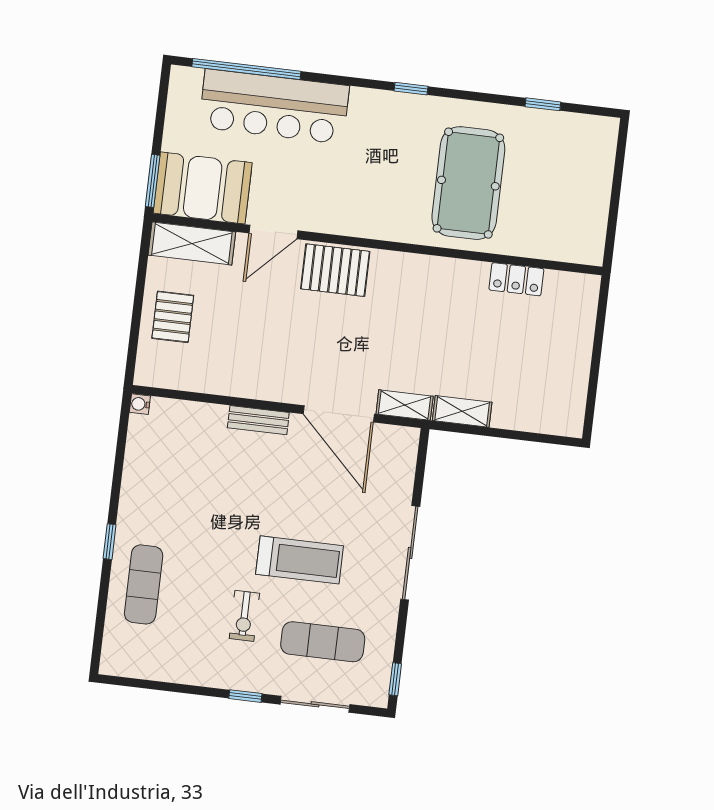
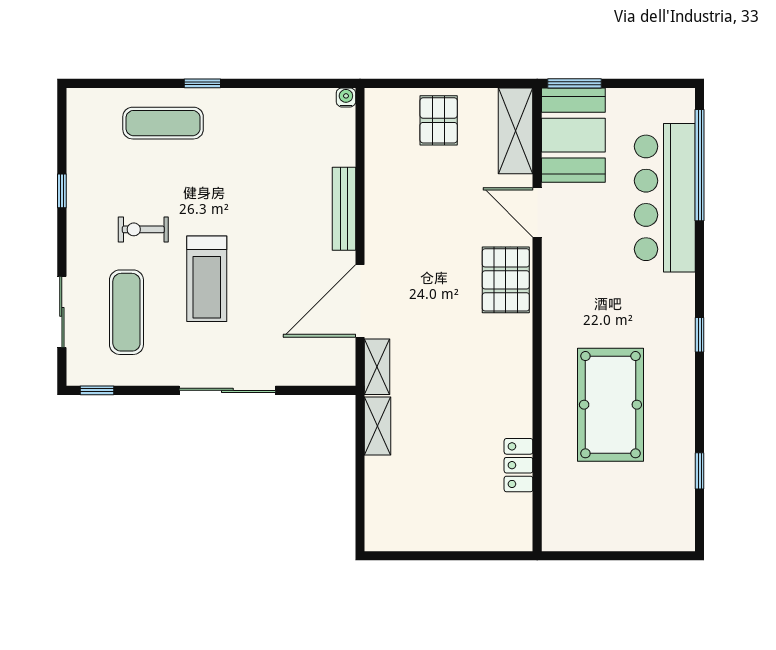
pool table: (468, 183) -> (610, 405), turned 90
pallet: (173, 317) -> (439, 120), turned 90
bench: (258, 420) -> (344, 209), width x1.36
window: (245, 696) -> (62, 191), moved

